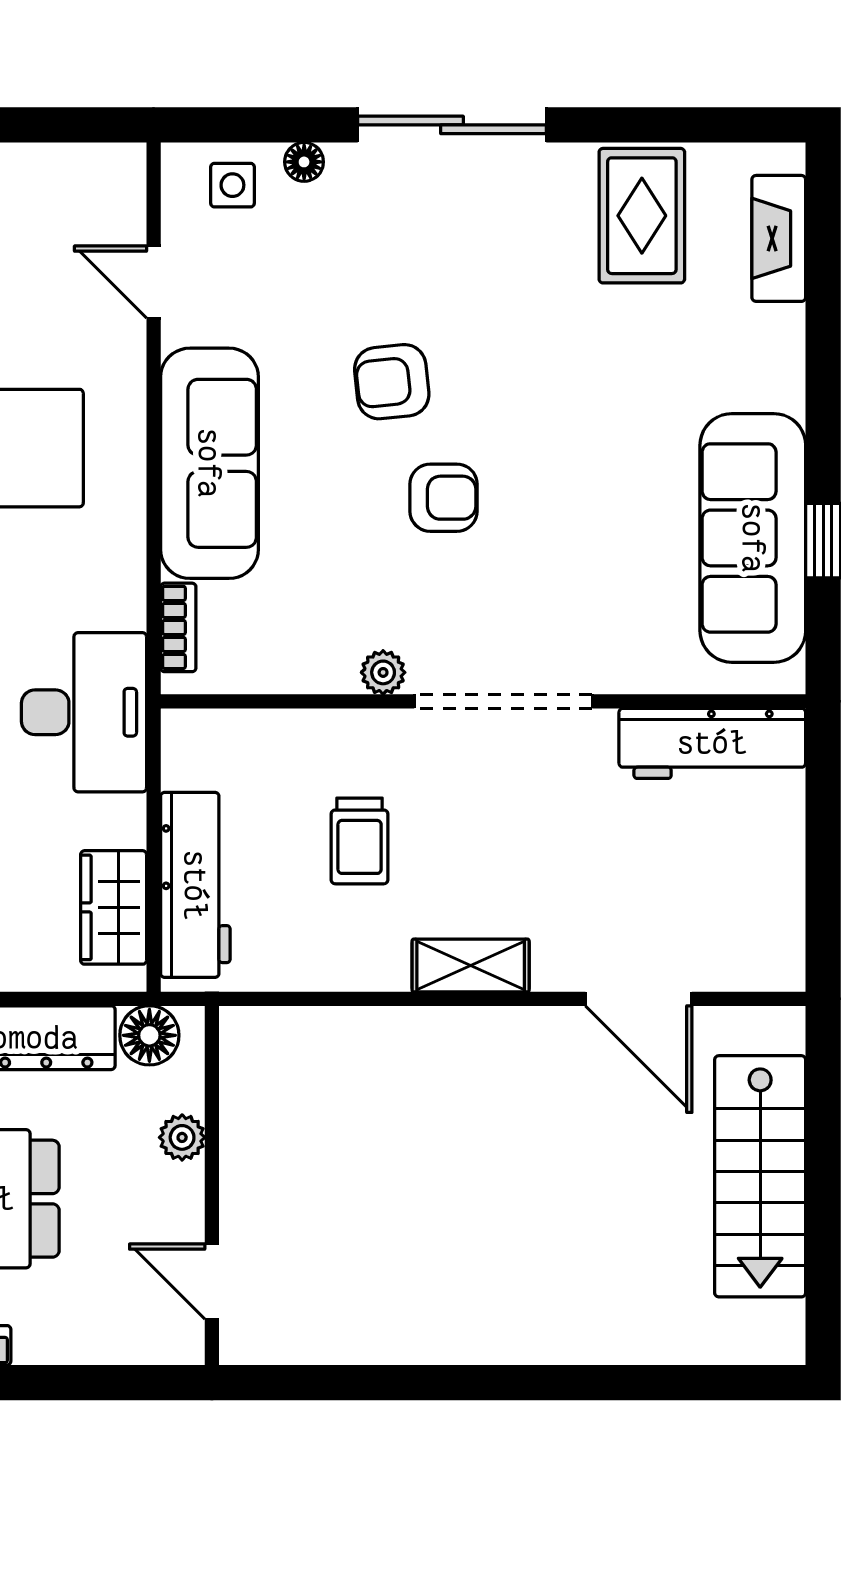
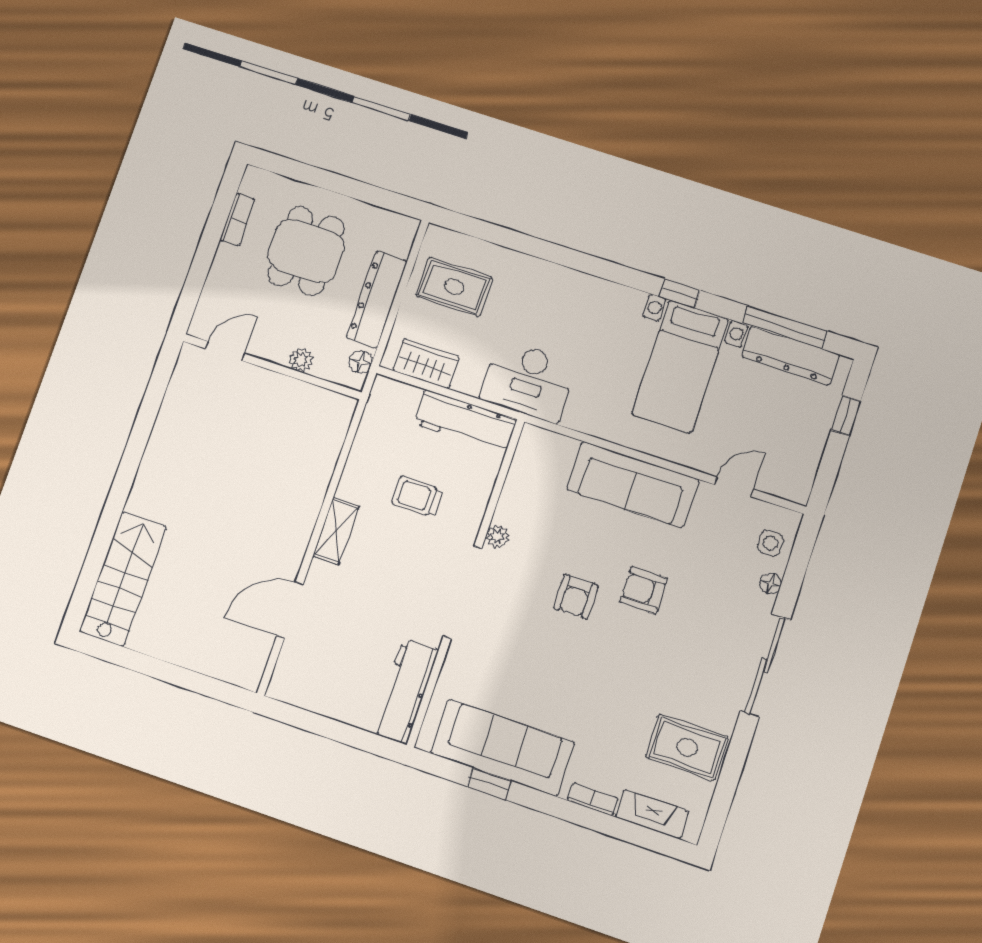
armchair: (392, 382) -> (643, 590), turned -84
bookcase: (178, 627) -> (593, 799), moved, turned 180
workbench: (195, 885) -> (465, 421), moved
floor lamp: (149, 1035) -> (361, 362), width x0.73, depth x0.73
stairs: (760, 1176) -> (123, 579), moved, turned 90

